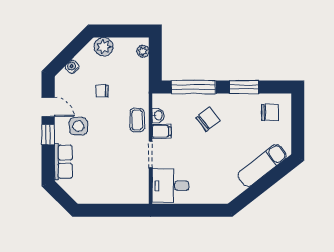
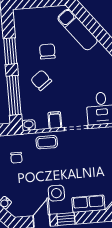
chair: (102, 91) -> (16, 158), moved
chair: (270, 112) -> (47, 51), moved
washbasin: (158, 115) -> (29, 125), moved

